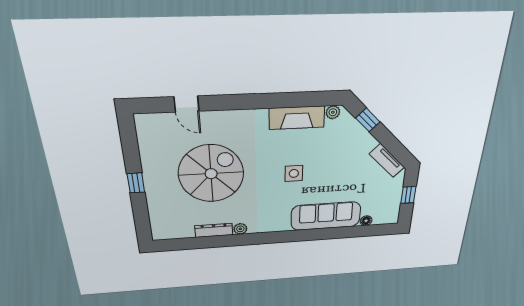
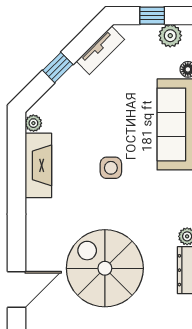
door: (187, 104) -> (17, 289), width x1.38
window: (368, 120) -> (58, 67), moved
plant: (392, 208) -> (170, 36), added

